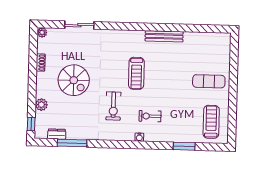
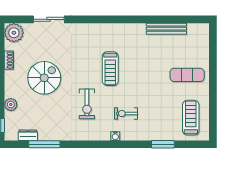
plant: (42, 32) -> (14, 33), width x1.87, depth x1.87
bench: (164, 36) -> (166, 29), moved
spiral stairs: (74, 80) -> (44, 78), turned -90

